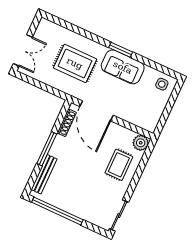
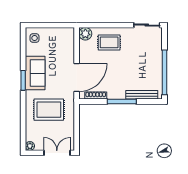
plant: (44, 24) -> (30, 146), added
rug: (75, 63) -> (49, 110), turned 90

